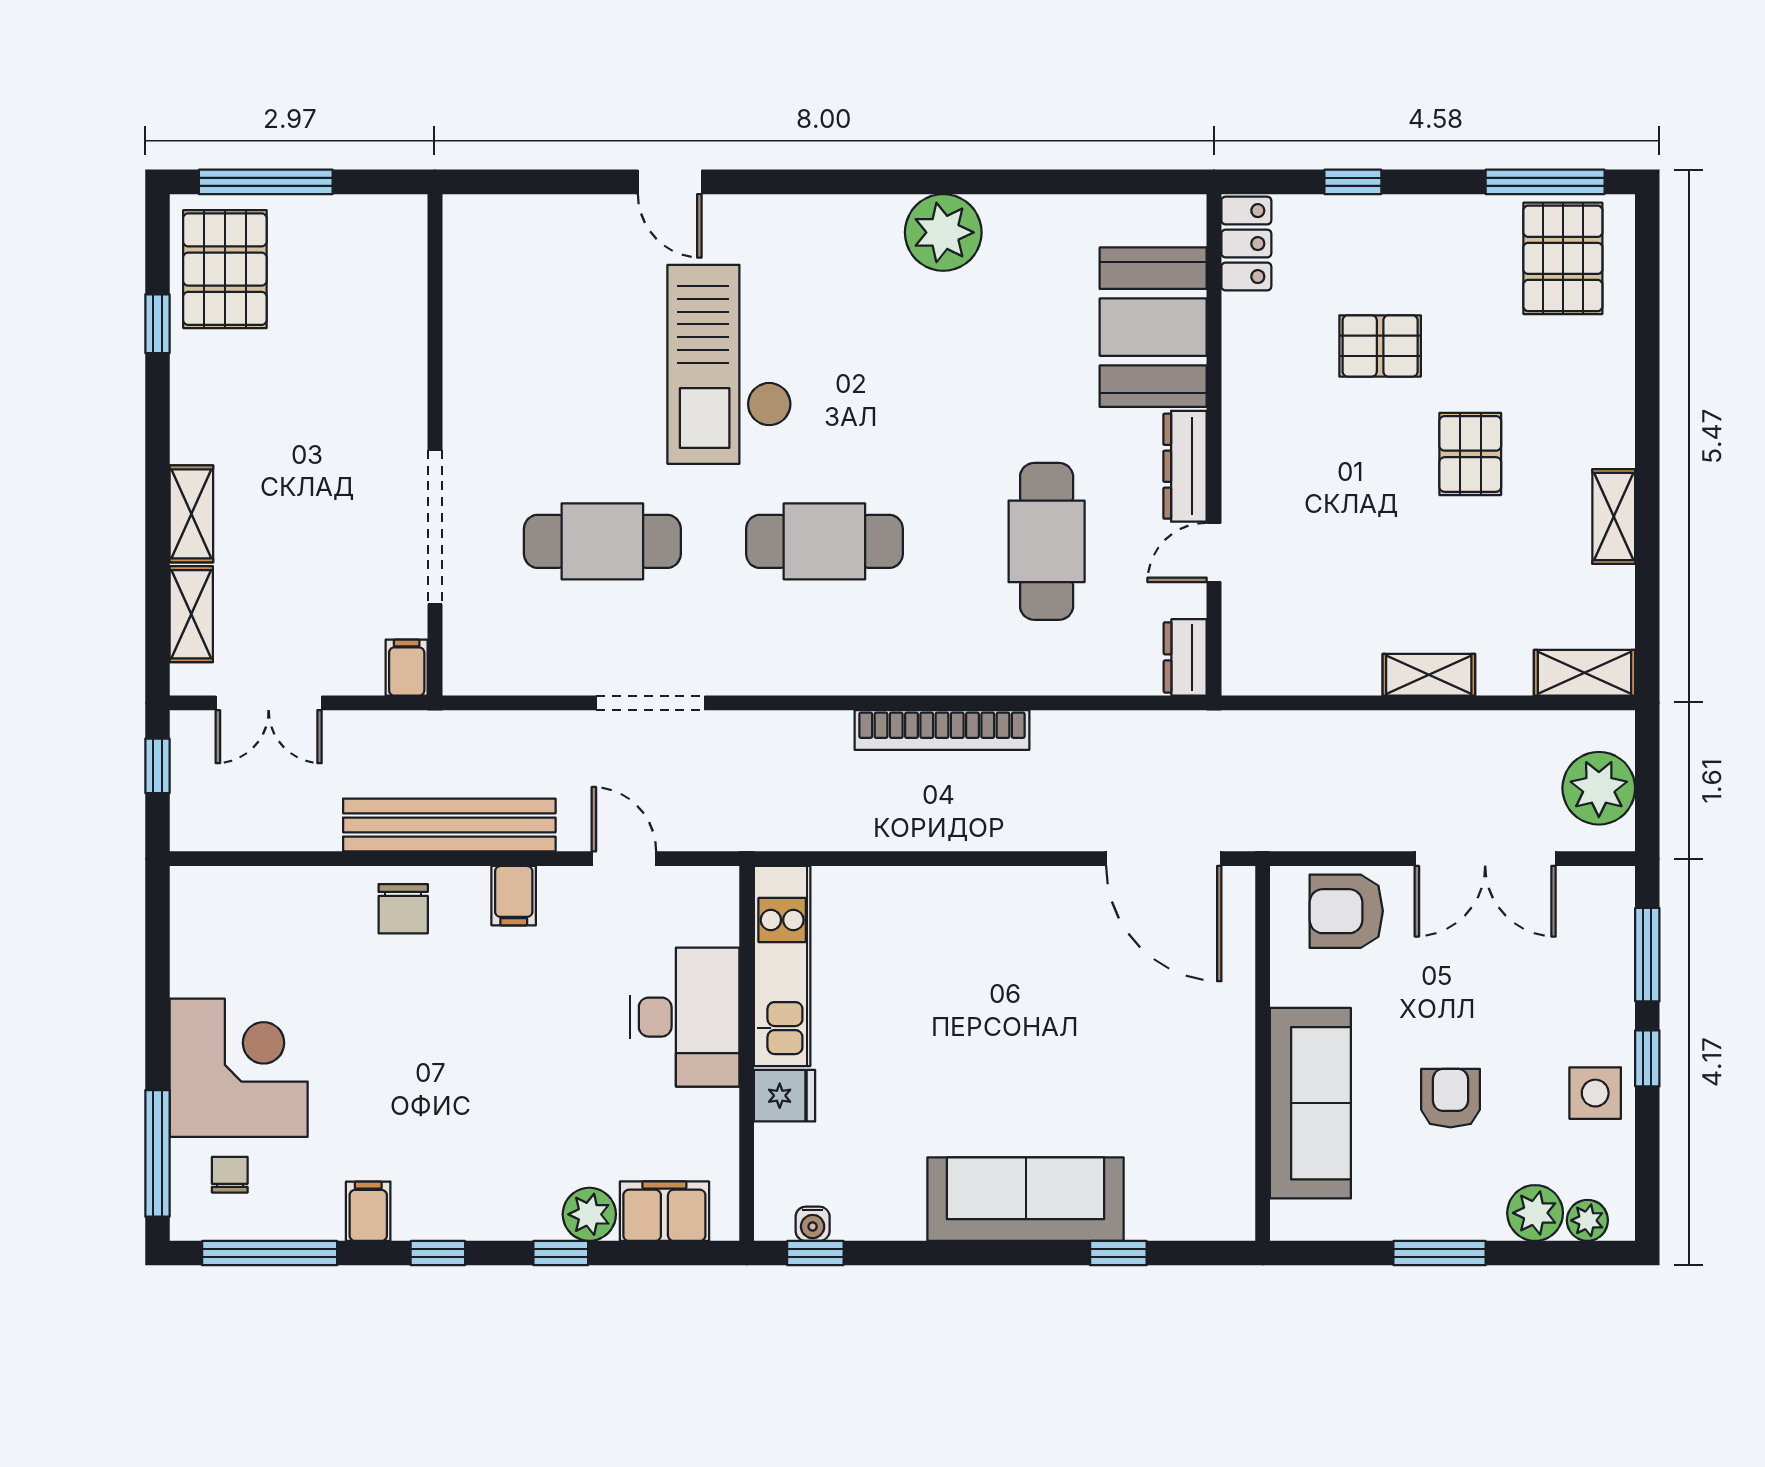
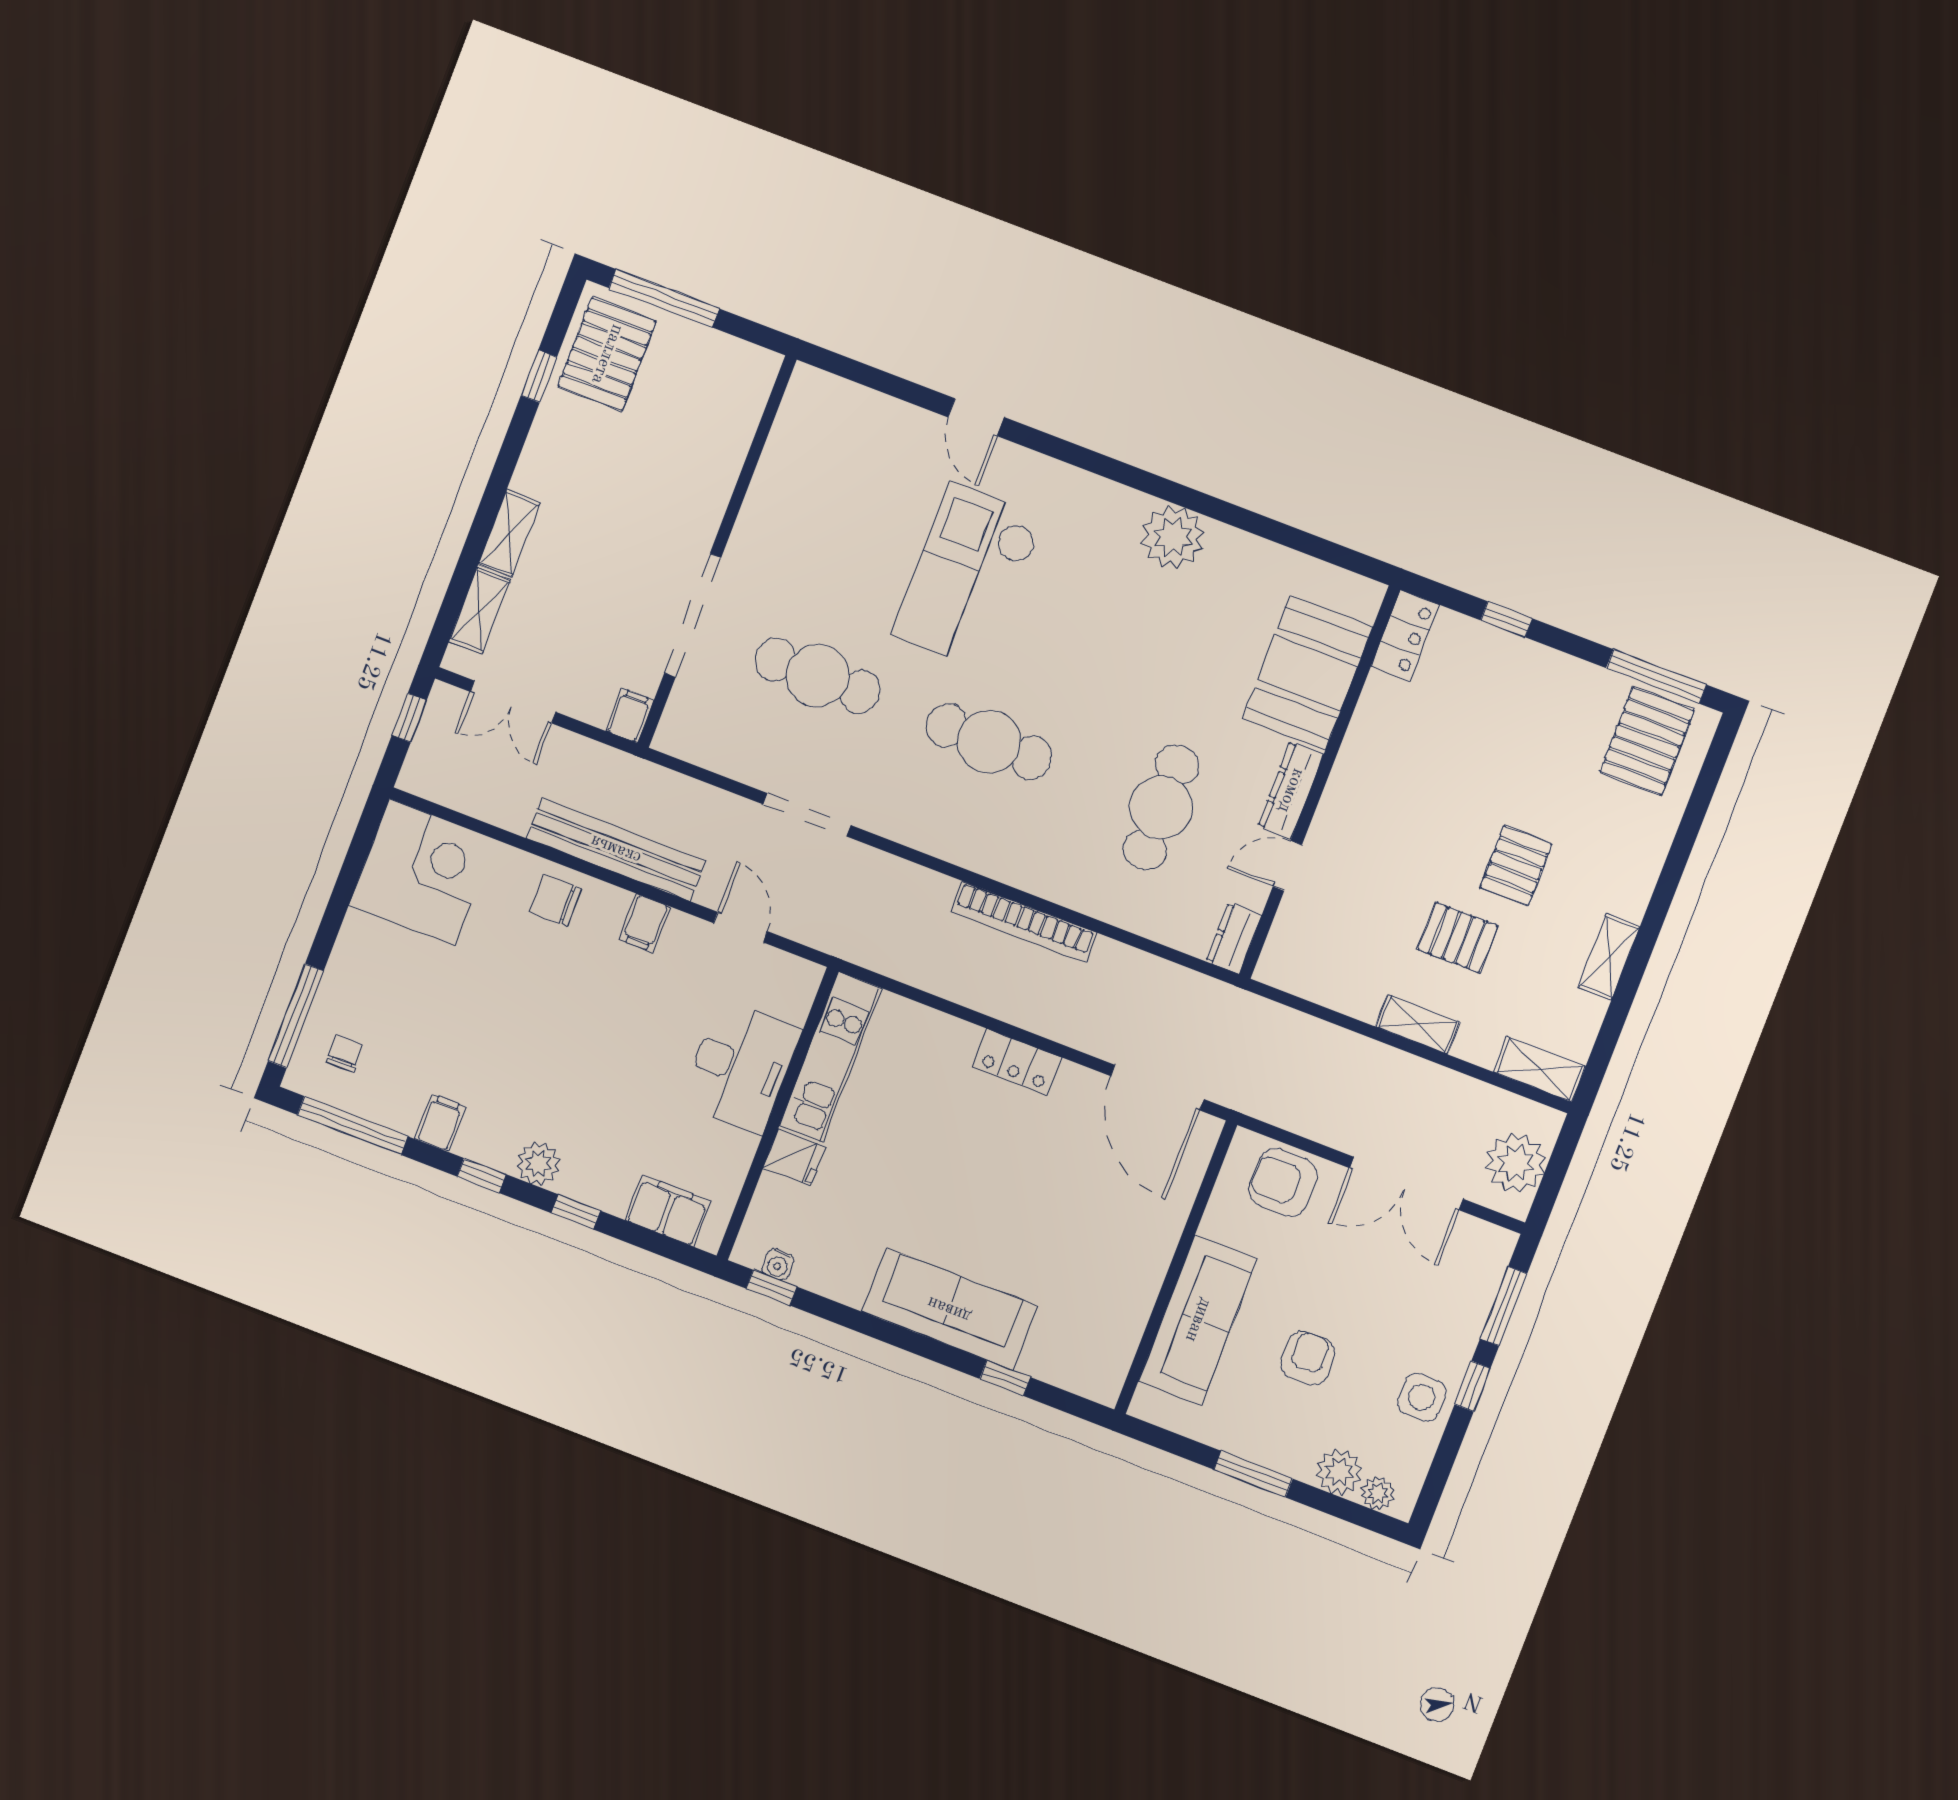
pallet: (1380, 346) -> (1458, 938), moved
locker: (995, 891) -> (1017, 1062), added
chair: (403, 909) -> (556, 900), turned 90
corner desk: (239, 1068) -> (422, 872), moved
plant: (589, 1214) -> (538, 1163), moved

